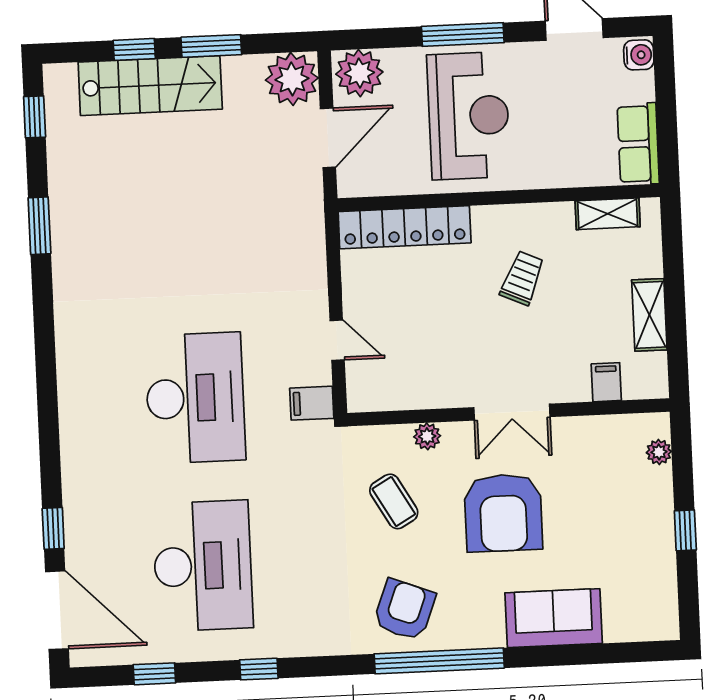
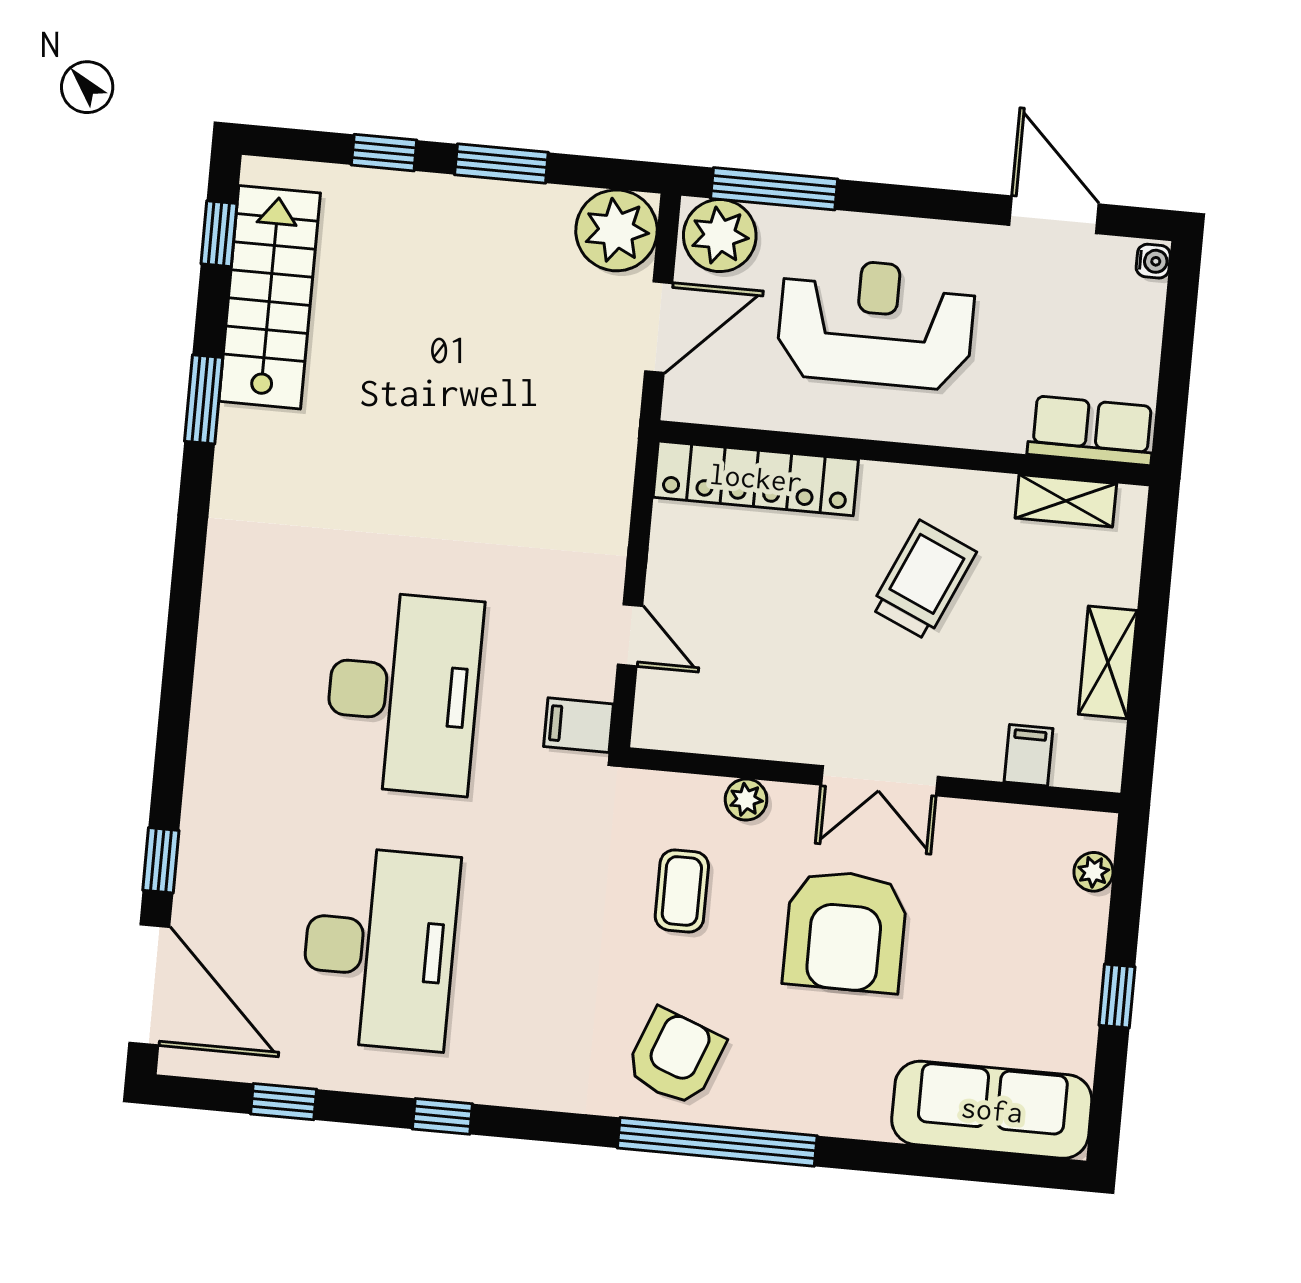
window: (463, 35) -> (774, 189), moved
water cooler: (639, 55) -> (1153, 261), width x0.72, depth x0.72
stairs: (150, 86) -> (270, 297), moved, turned -90
reception desk: (469, 116) -> (876, 323), turned -90
row of seats: (638, 144) -> (1092, 431), moved, turned 90
trolley: (522, 278) -> (923, 580), width x1.36, depth x1.39
coffee table: (394, 501) -> (682, 891), turned 30
sofa: (554, 618) -> (992, 1110), moved, width x1.36

